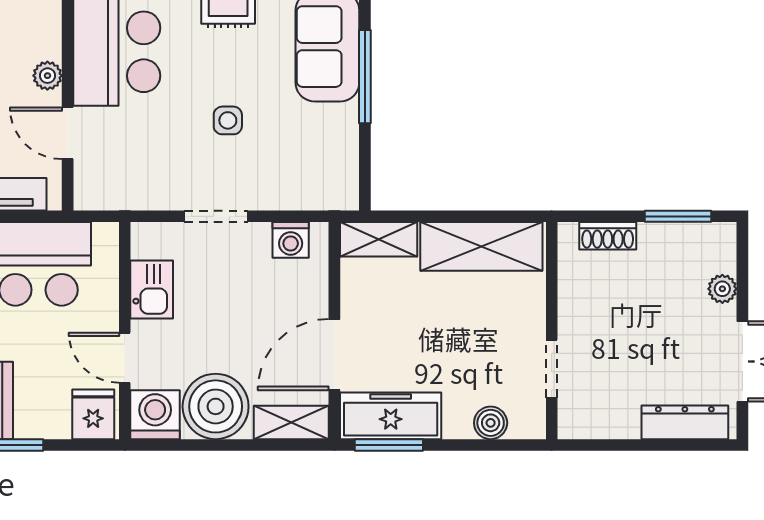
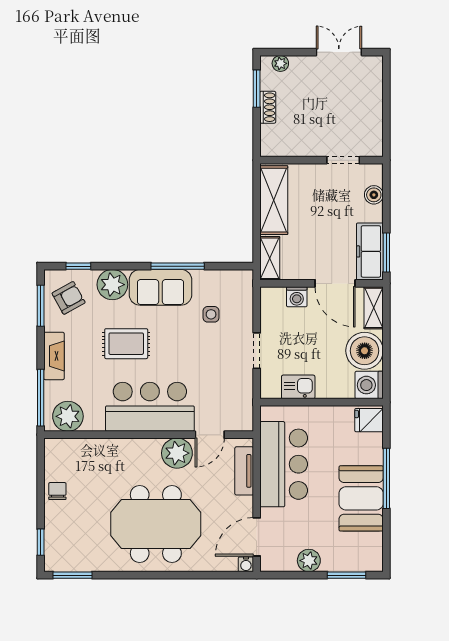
plant: (47, 76) -> (177, 453), width x1.88, depth x1.88
side table: (228, 120) -> (211, 314), moved
shoe rack: (608, 236) -> (268, 107), moved
washing machine: (291, 240) -> (297, 297), moved, turned 90
plant: (722, 289) -> (280, 63), moved
door: (125, 358) -> (337, 402), removed
dresser: (685, 422) -> (374, 85), removed

